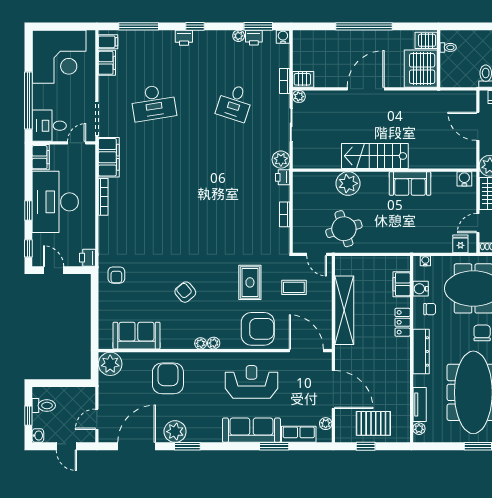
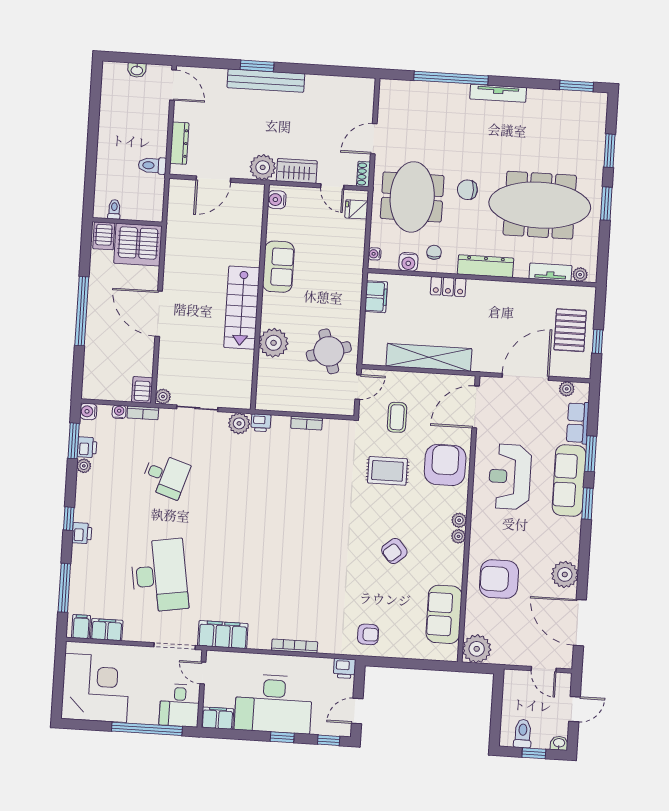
water cooler: (284, 62) -> (119, 412), added
desk: (153, 103) -> (159, 576), width x1.36, depth x1.30
bookcase: (103, 197) -> (295, 646), moved
filing cabinet: (402, 284) -> (376, 297), moved, turned -90
window: (187, 446) -> (587, 504), moved

